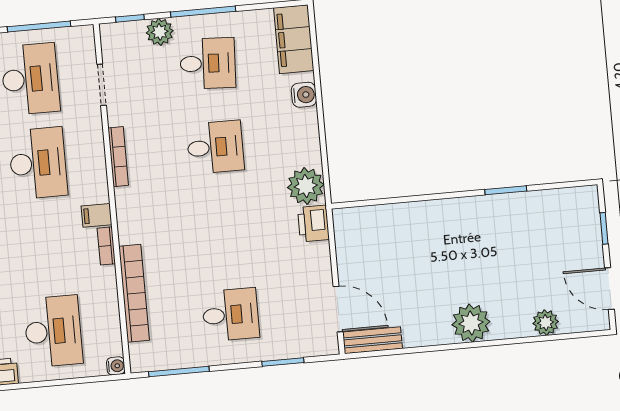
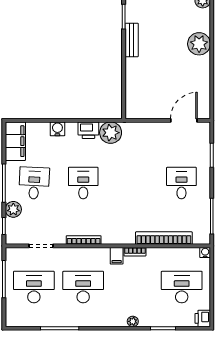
filing cabinet: (294, 39) -> (15, 141), moved, turned -90
printer: (313, 223) -> (88, 130), moved
bench: (373, 340) -> (132, 40), moved

